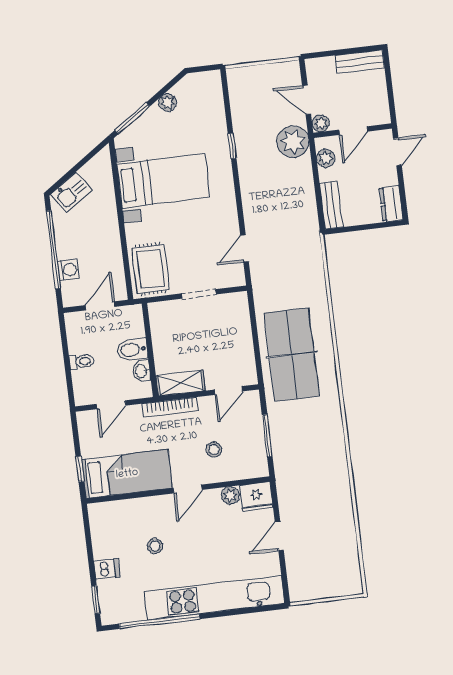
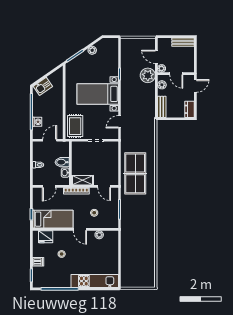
door: (353, 131) -> (176, 74), hinge flipped
bed with nightstands: (163, 181) -> (98, 94), moved, turned 180
door: (228, 391) -> (104, 186), hinge flipped
door: (188, 489) -> (80, 229), hinge flipped
fridge: (256, 496) -> (46, 237), moved
door: (279, 536) -> (119, 256), removed
kitchen unit: (214, 598) -> (95, 281), width x0.73

